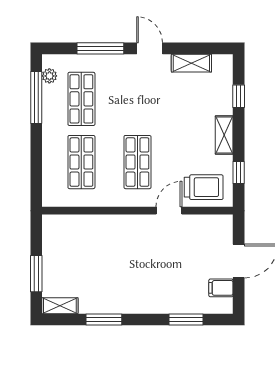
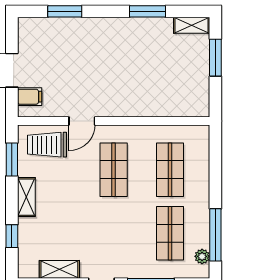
window: (239, 172) -> (12, 159), width x1.50
filing cabinet: (221, 288) -> (30, 97), moved

